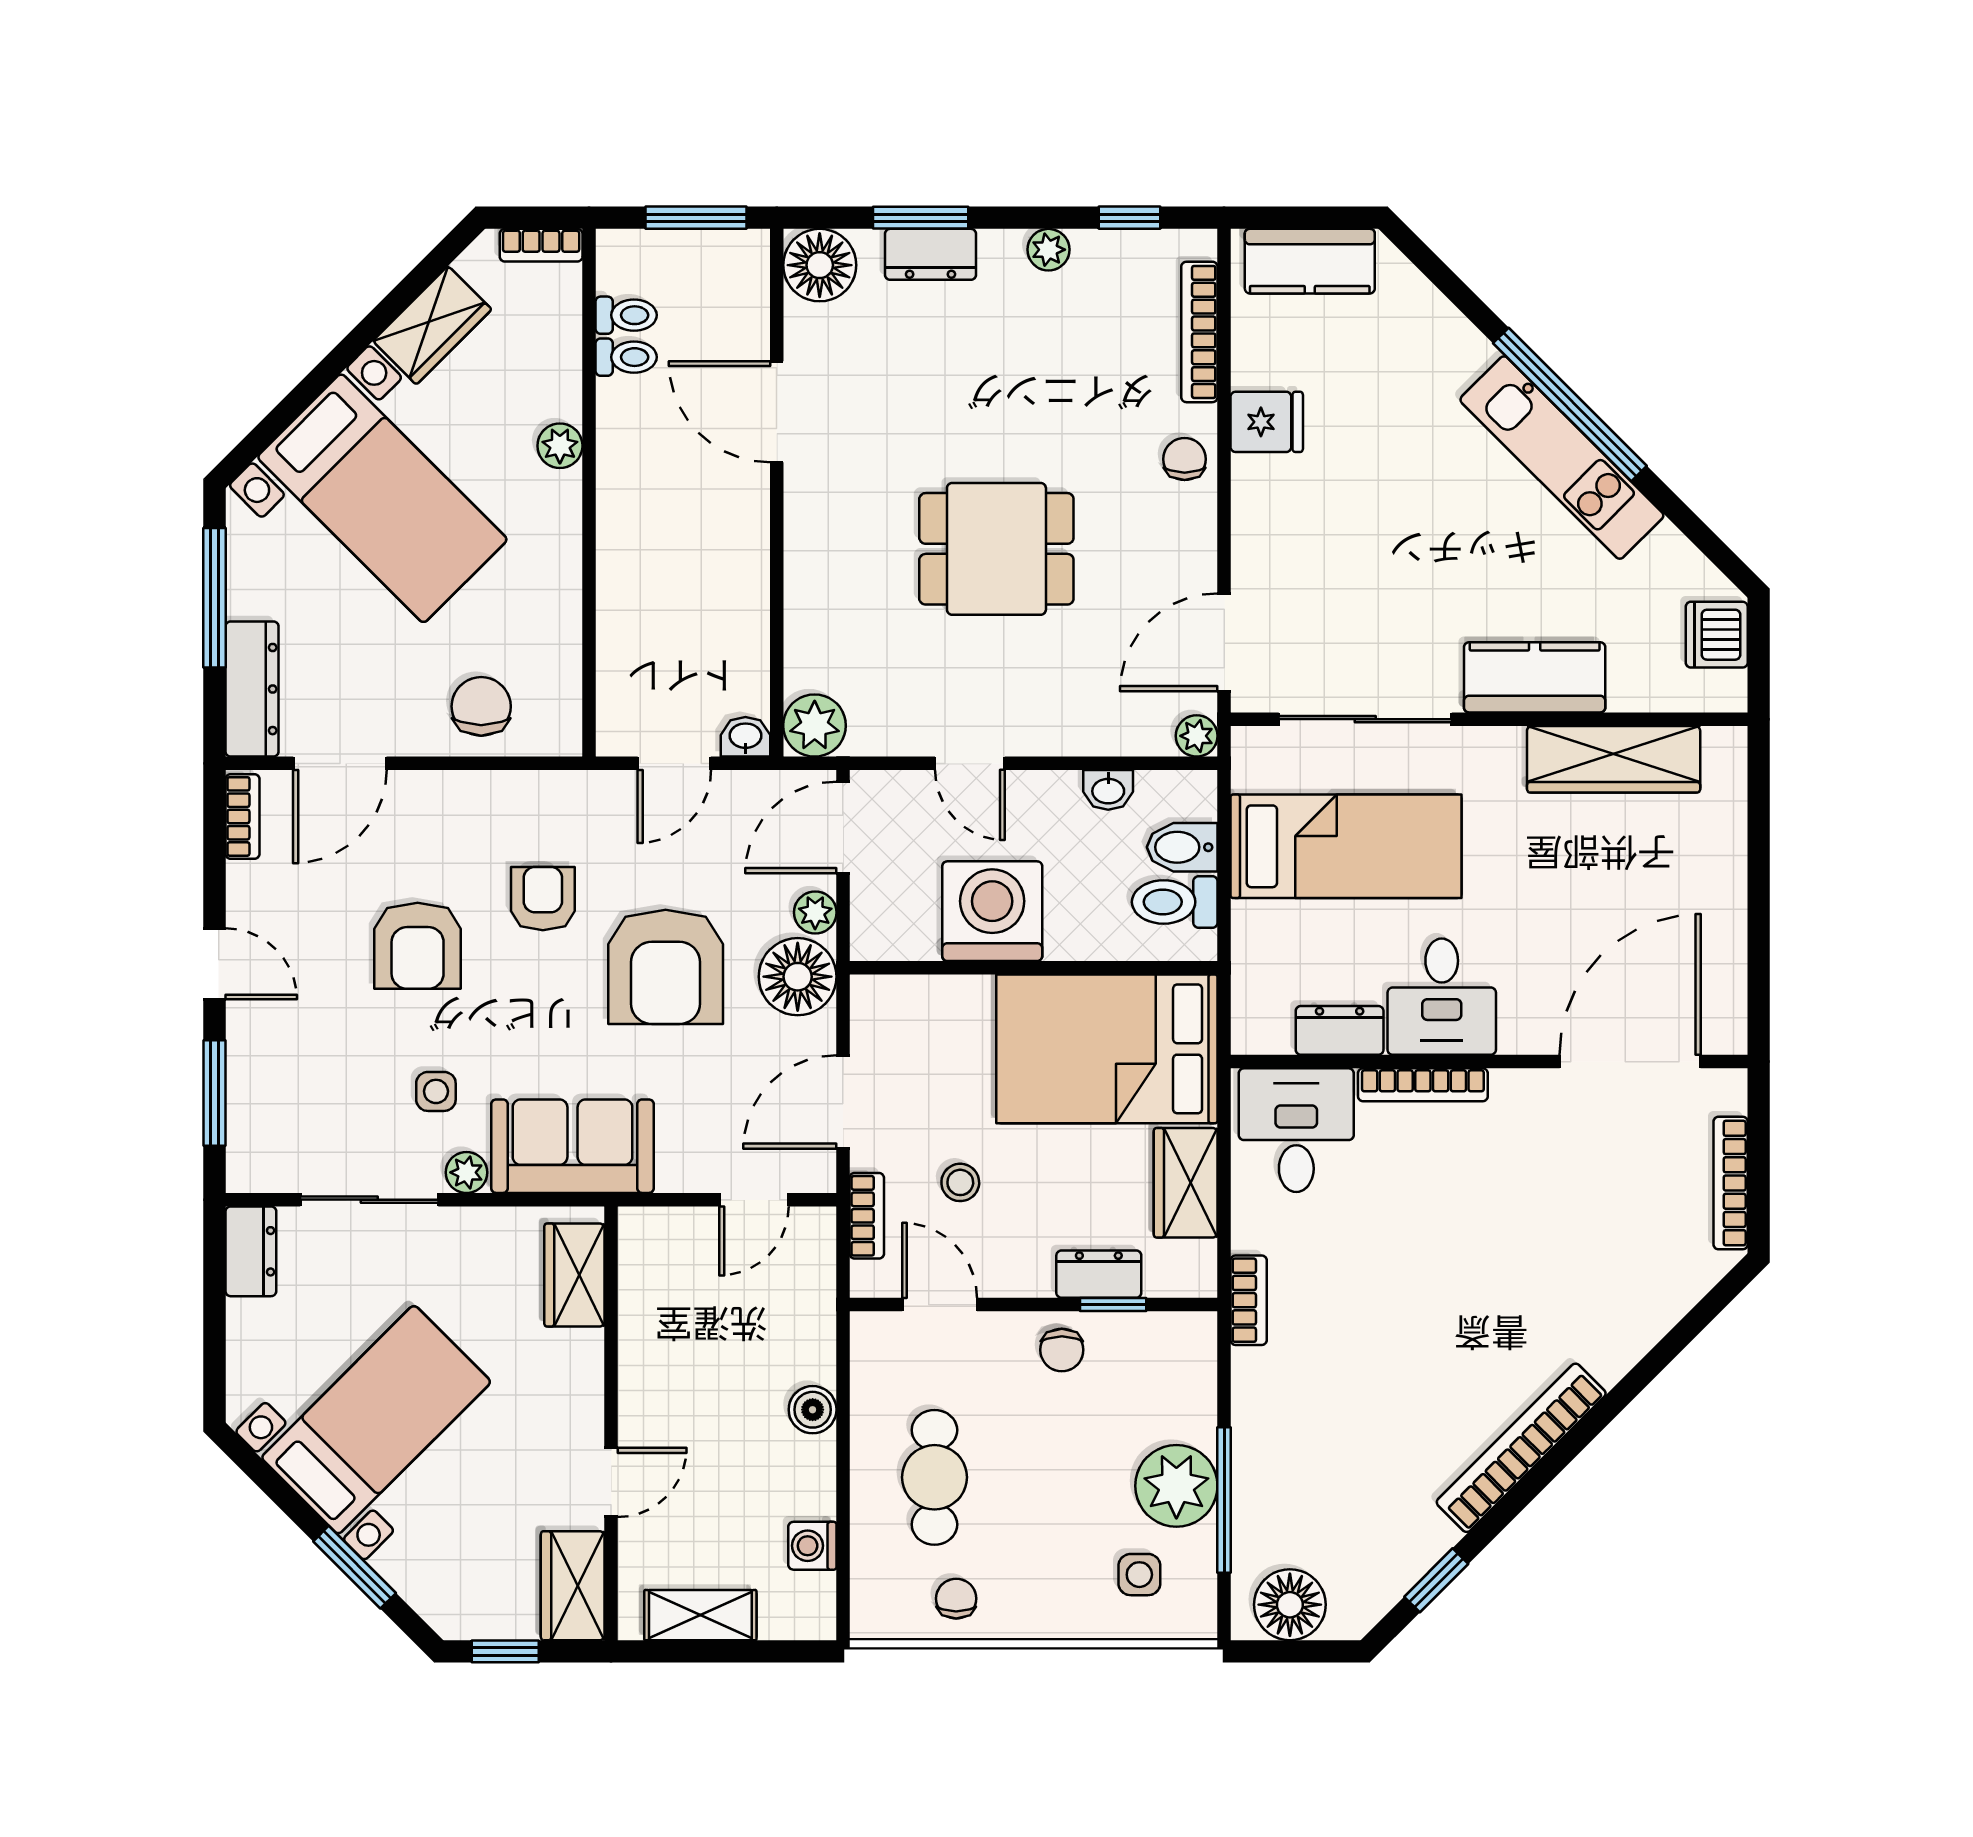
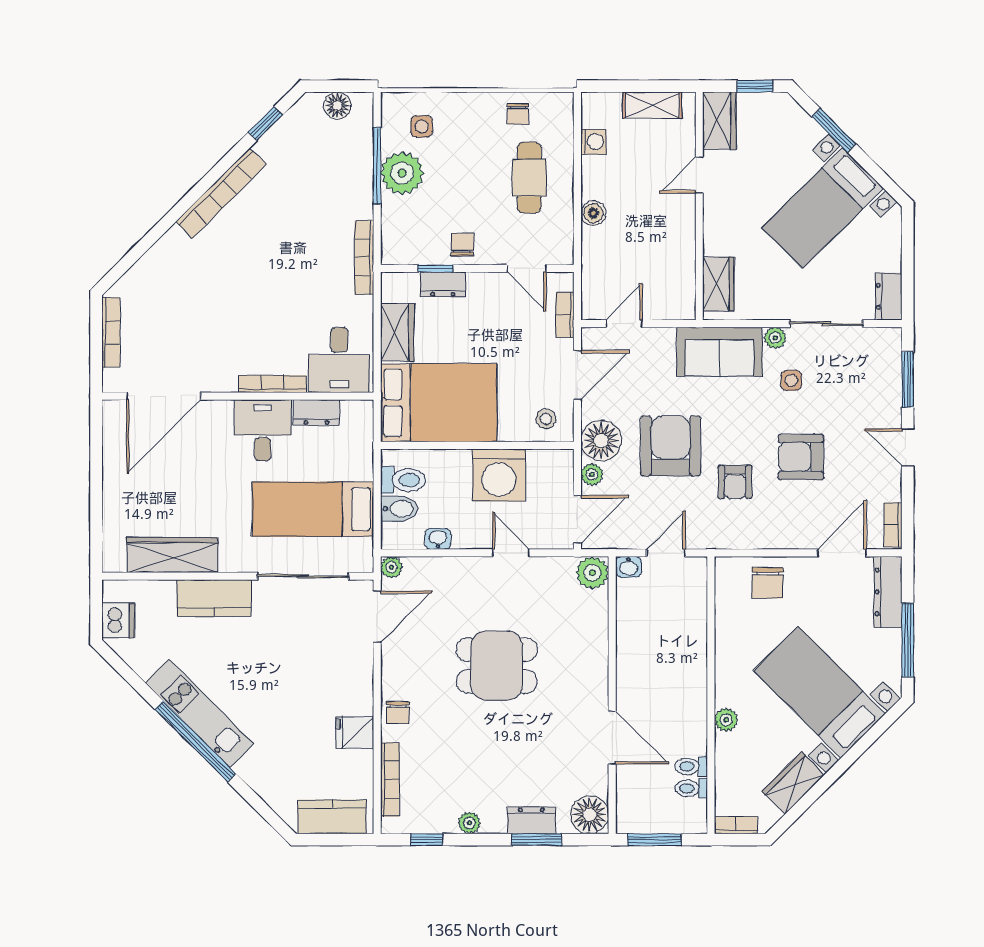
armchair: (418, 946) -> (801, 457), turned -90
stool: (960, 1182) -> (546, 419), moved
bookcase: (1249, 1300) -> (364, 257), width x1.56
floor lamp: (1290, 1605) -> (337, 106), width x0.73, depth x0.73

